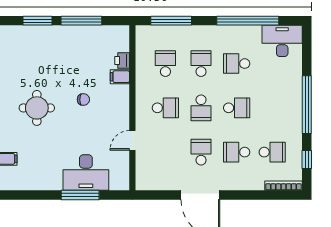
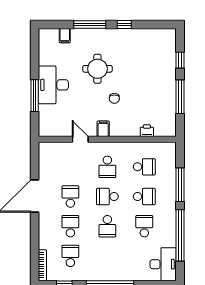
window: (38, 21) -> (180, 60), width x0.67
window: (171, 21) -> (180, 185), moved
filing cabinet: (120, 77) -> (103, 129), moved
round table: (37, 108) -> (97, 69), moved
school desk: (201, 152) -> (70, 196), turned -90
school desk: (272, 152) -> (70, 256), turned 180
desk: (86, 173) -> (53, 85), moved

